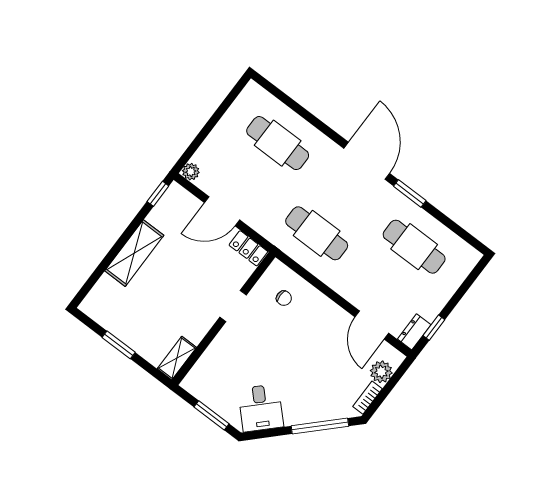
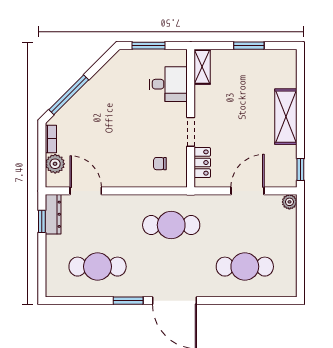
locker: (248, 248) -> (202, 163), moved, turned 90
dresser: (414, 332) -> (53, 214), width x1.44
desk: (261, 408) -> (168, 84), moved, turned 135

